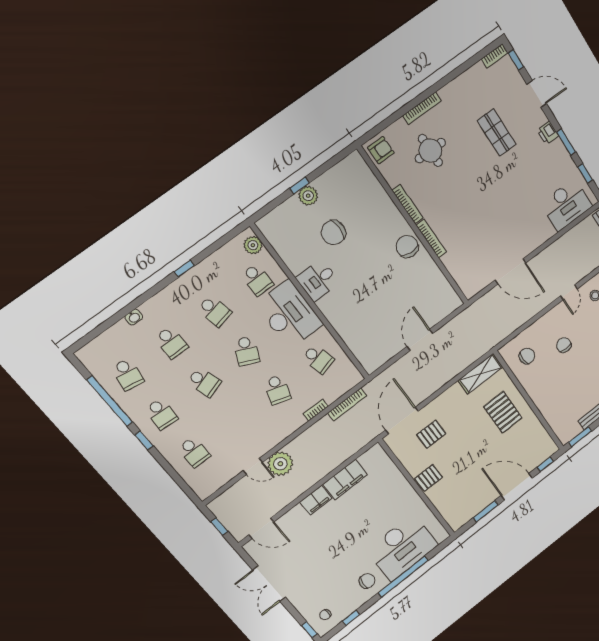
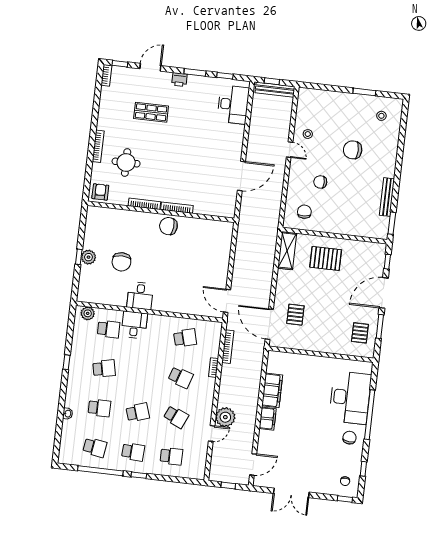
desk: (289, 314) -> (134, 325), width x0.53, depth x0.77
door: (420, 340) -> (227, 301), moved
school desk: (246, 351) -> (176, 417), moved
pallet: (428, 478) -> (360, 333), moved

